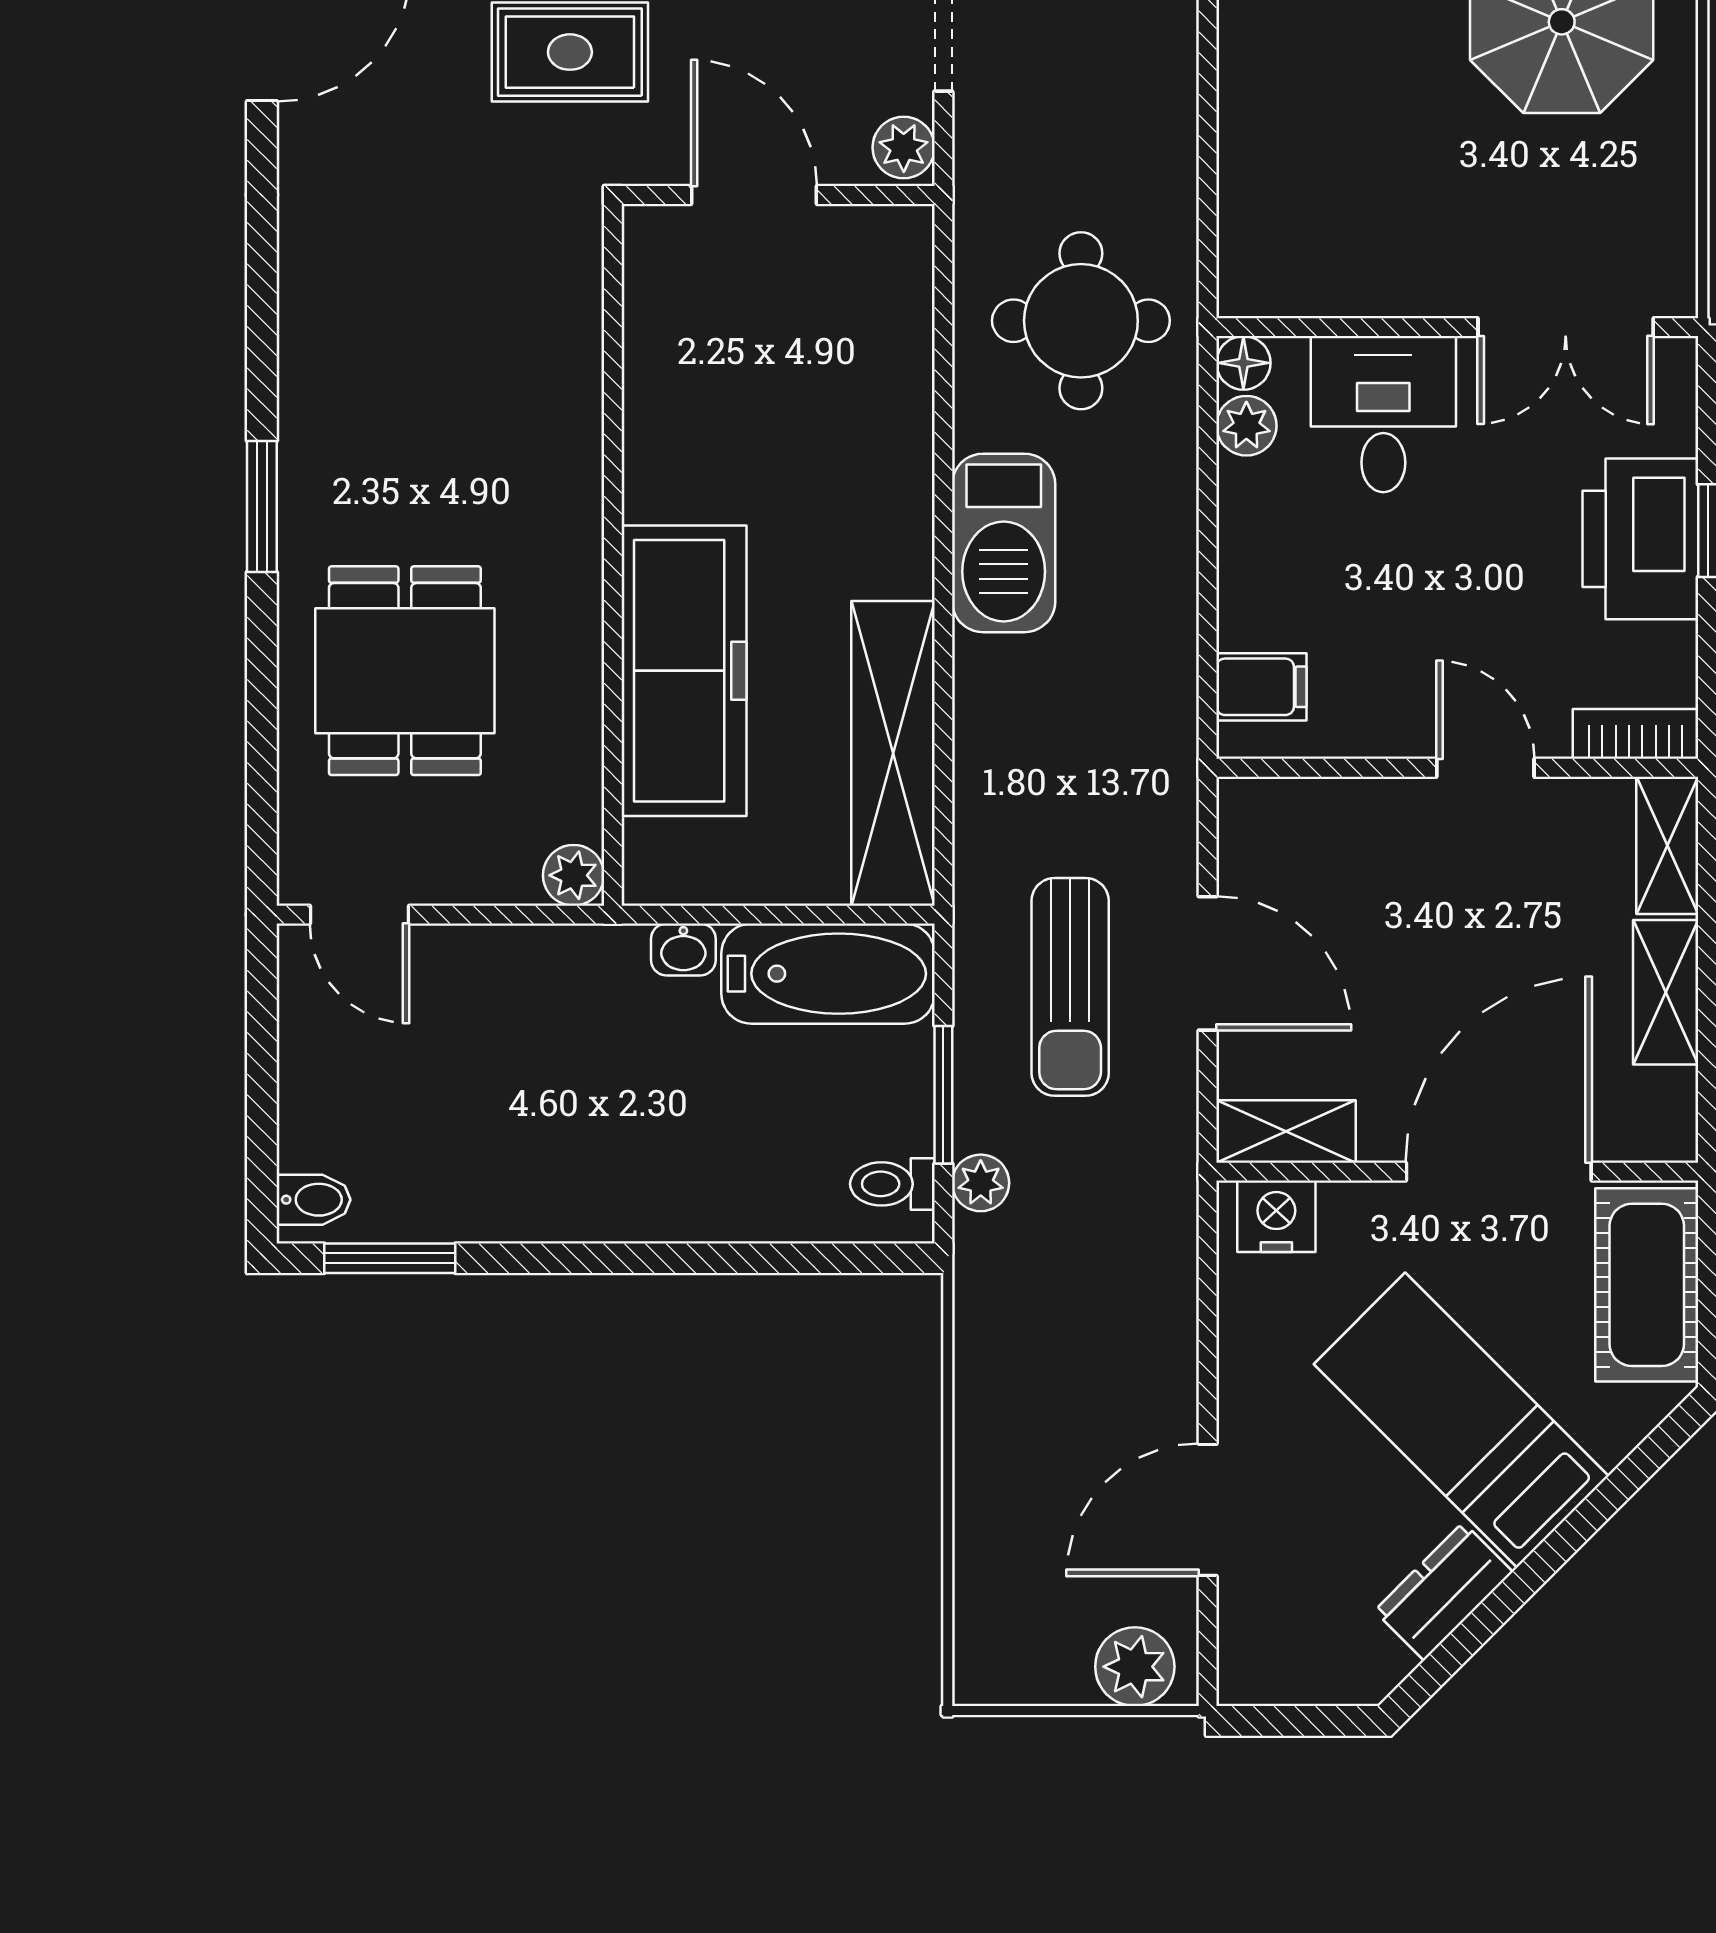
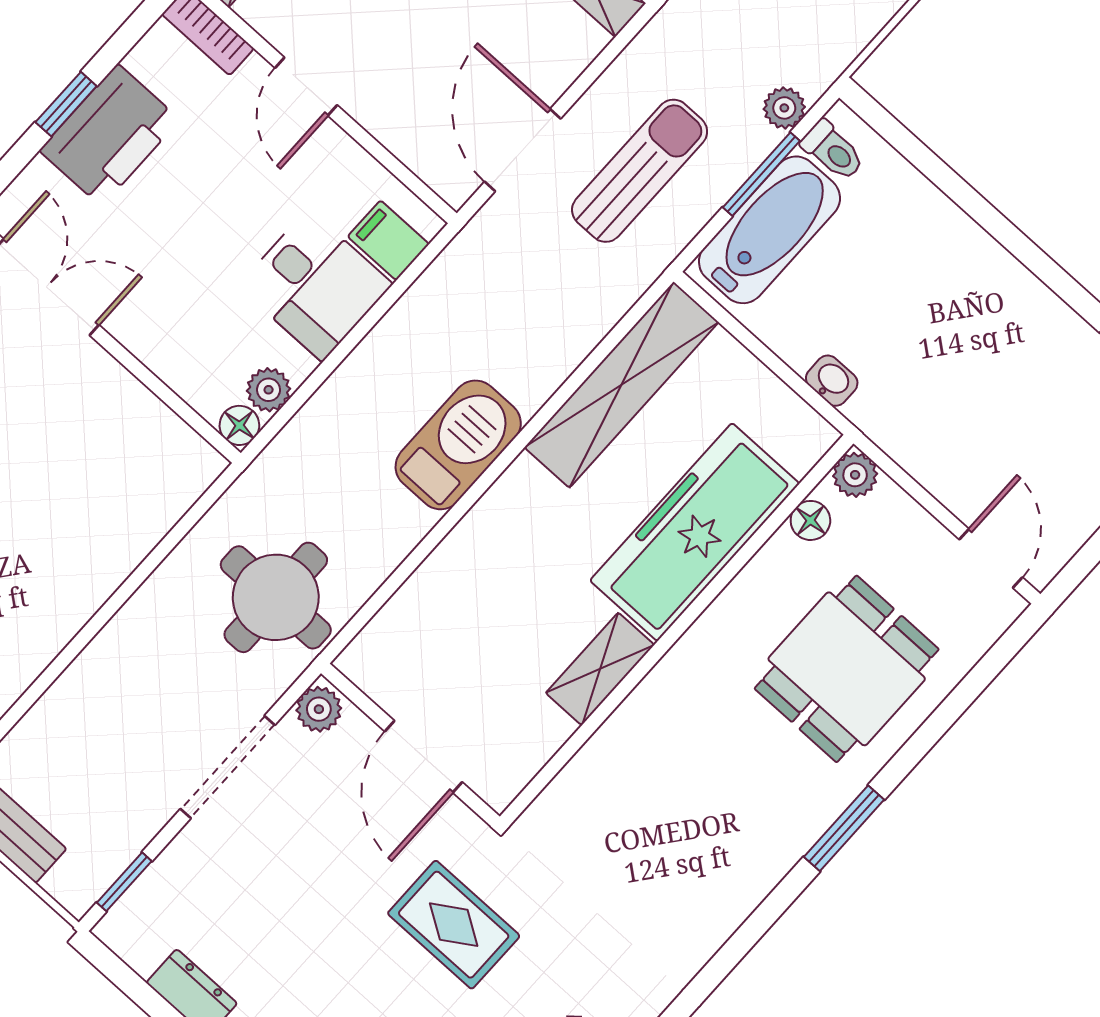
round table: (1081, 321) -> (276, 597), moved
desk: (1383, 414) -> (315, 285), moved, turned -90
shelving: (655, 445) -> (600, 669), added
floor lamp: (577, 788) -> (810, 520), added
door: (1208, 963) -> (523, 150), moved
bathtub: (828, 974) -> (769, 230), moved, turned 90

